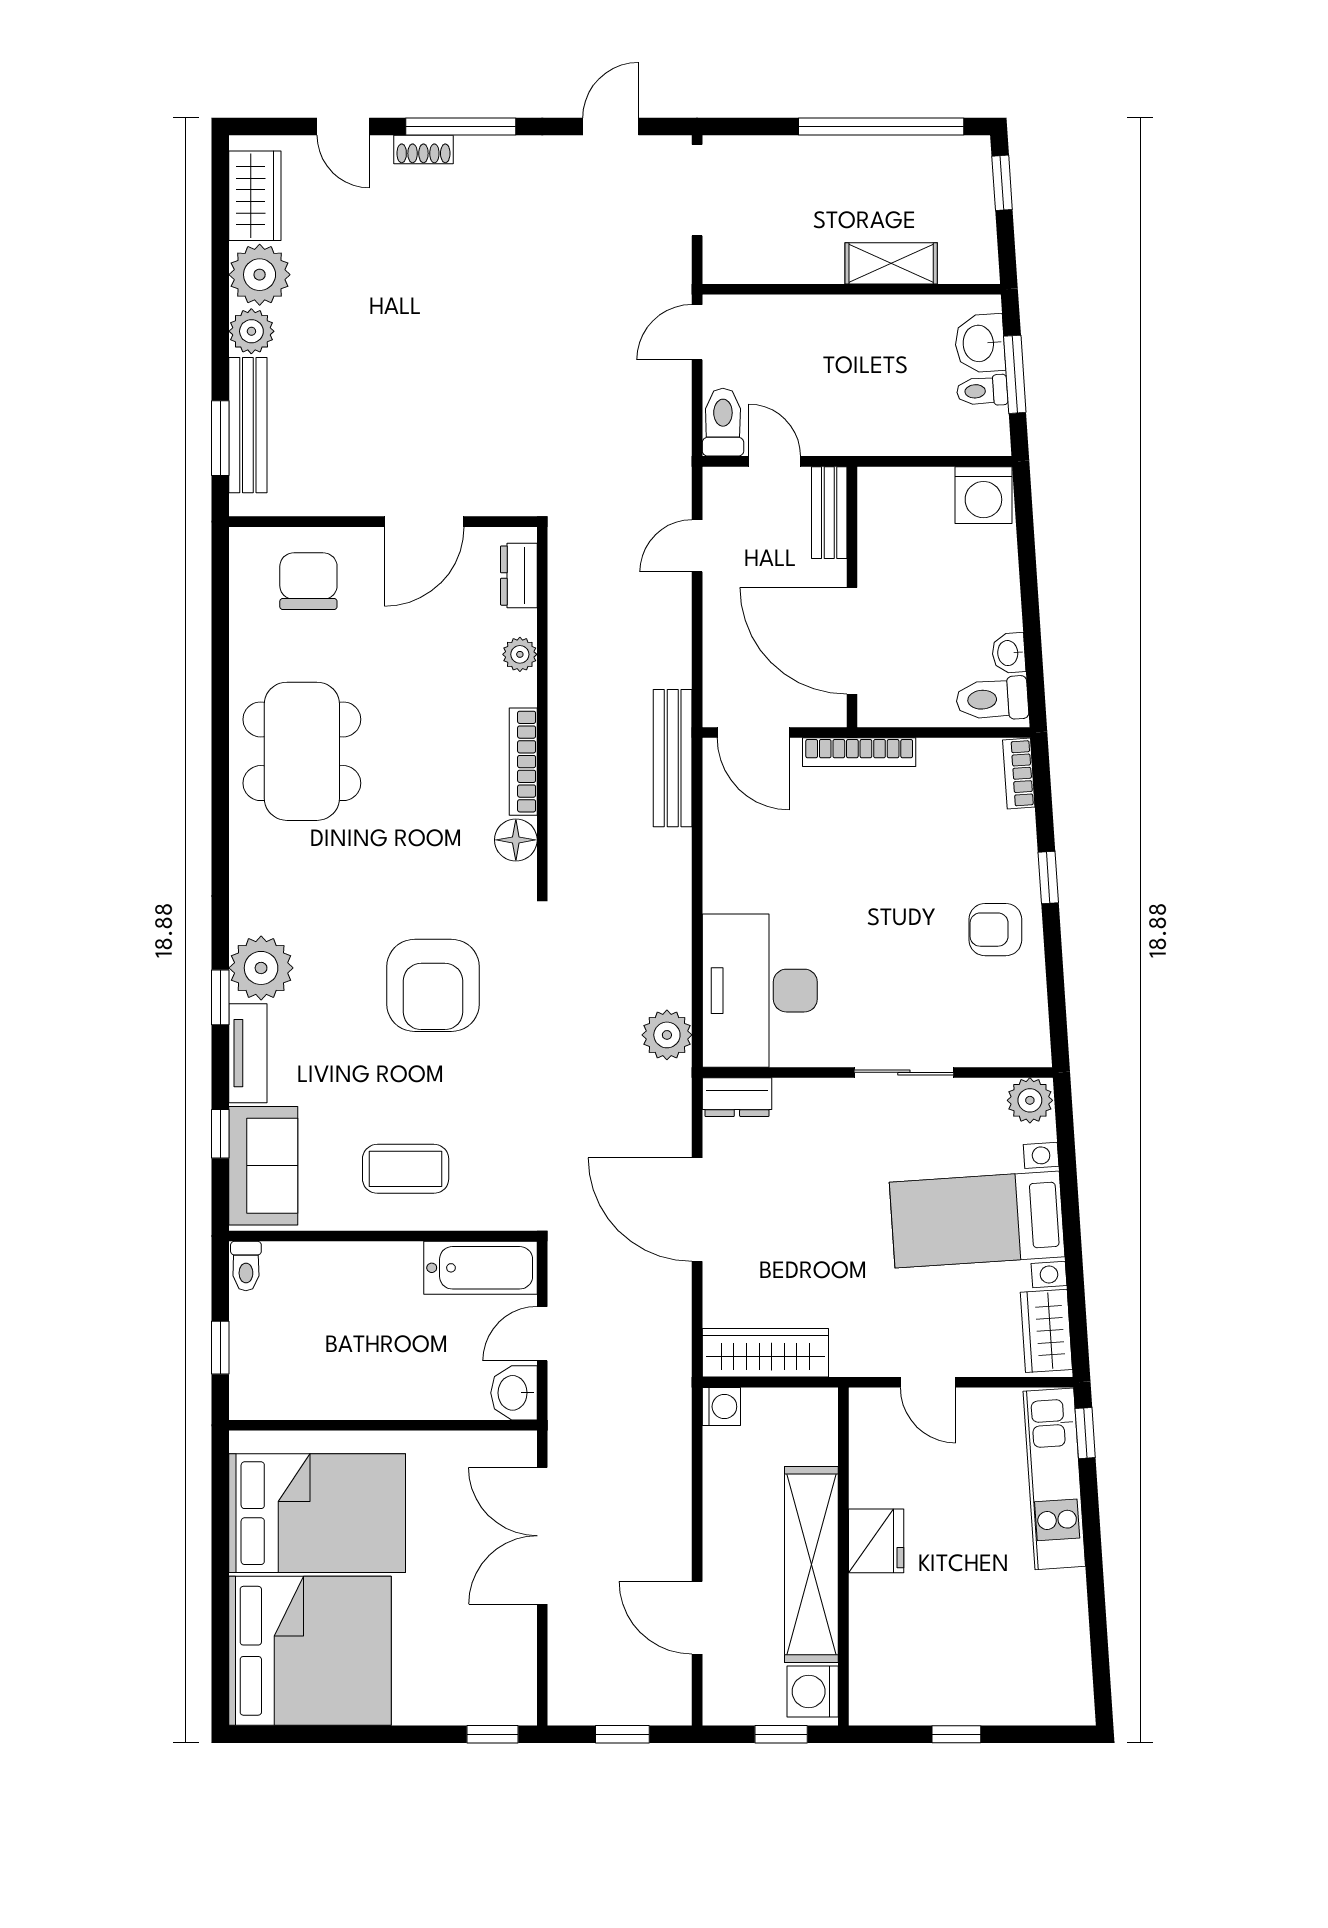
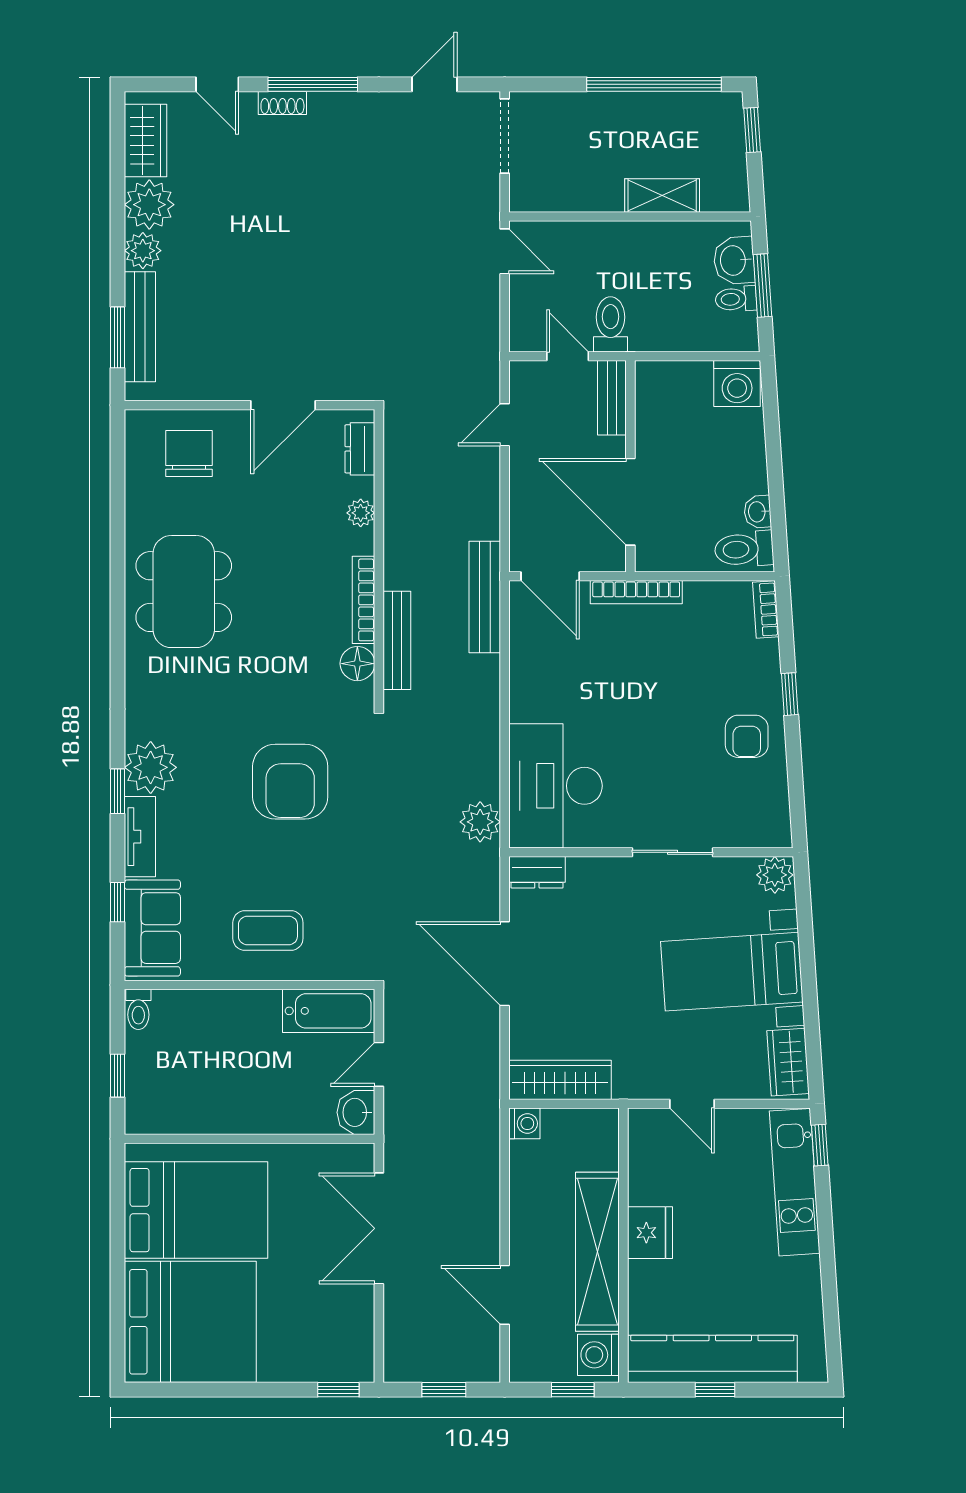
door: (697, 332) -> (505, 251), swing flipped
toilet: (723, 422) -> (611, 324), moved
bench: (564, 811) -> (397, 640), added
armchair: (995, 930) -> (747, 736), turned -90
kitchen counter: (953, 1696) -> (712, 1359), added

